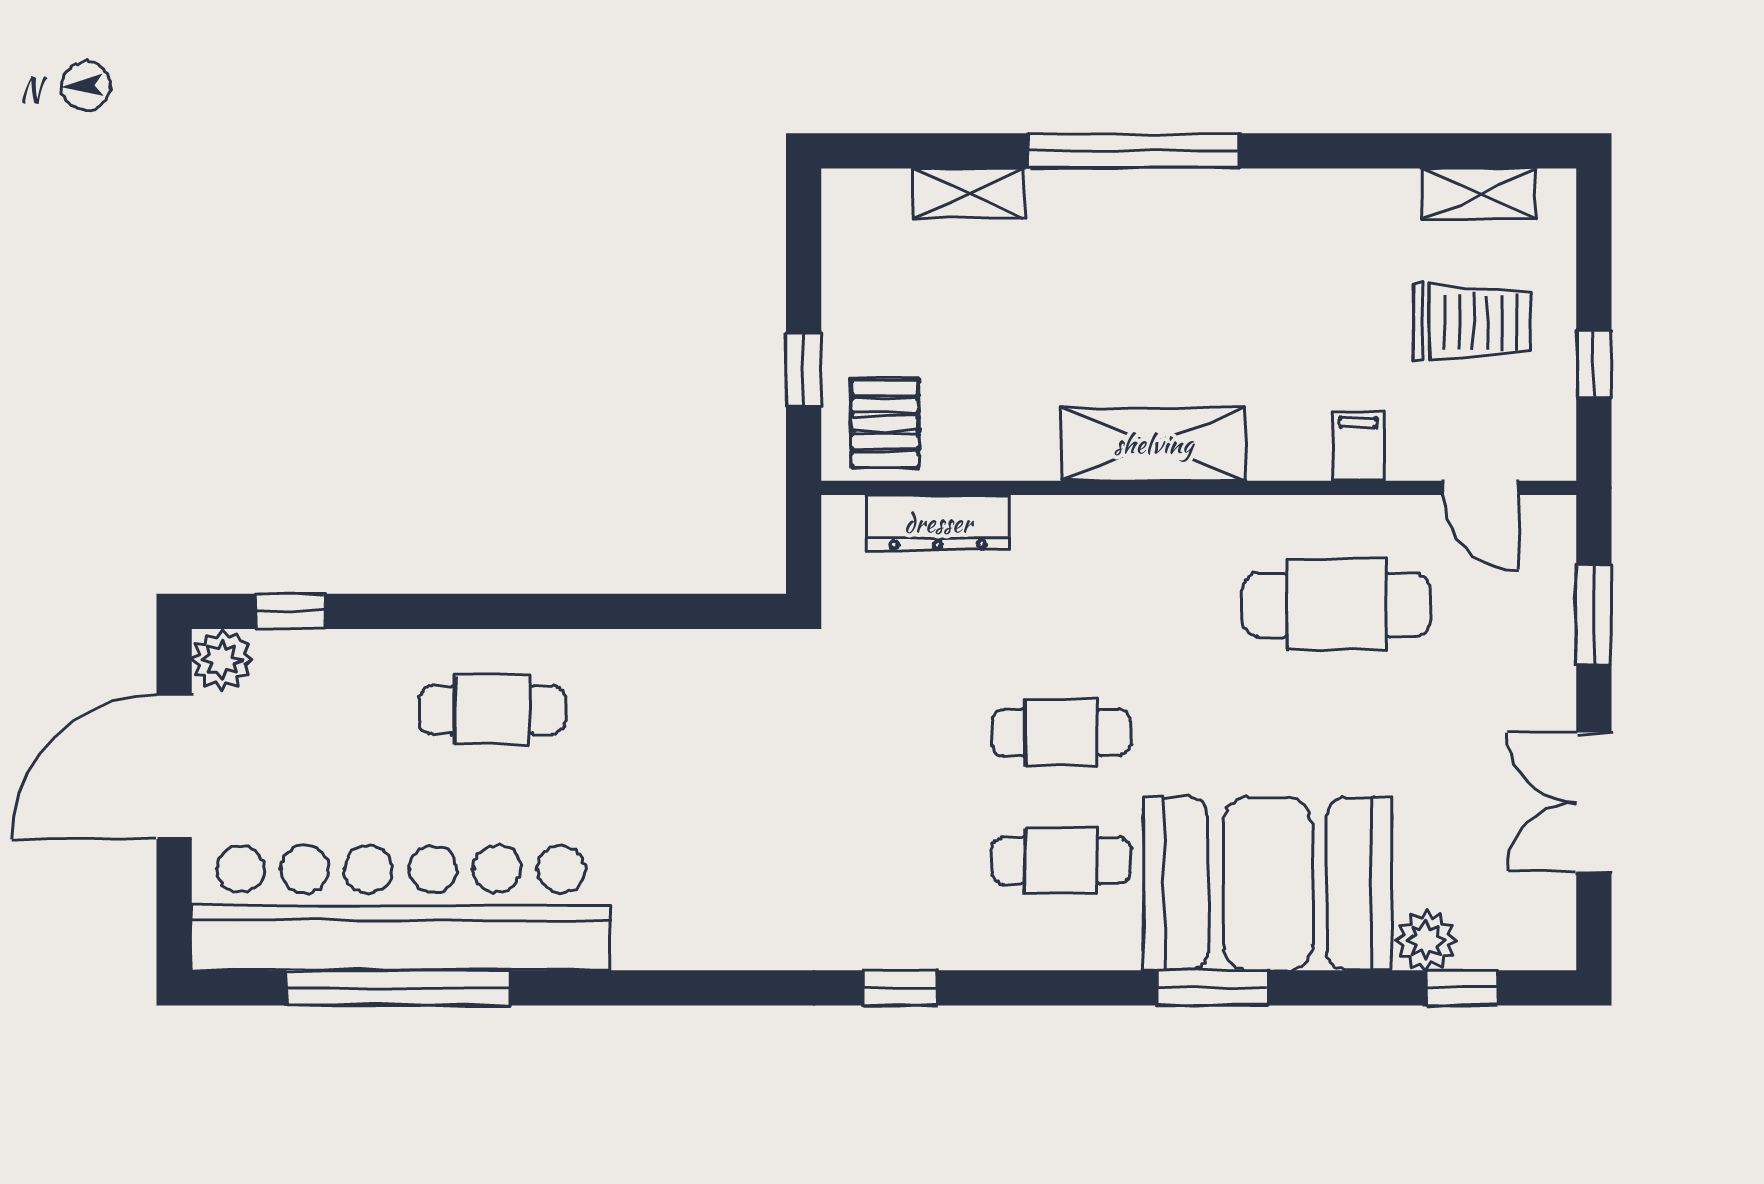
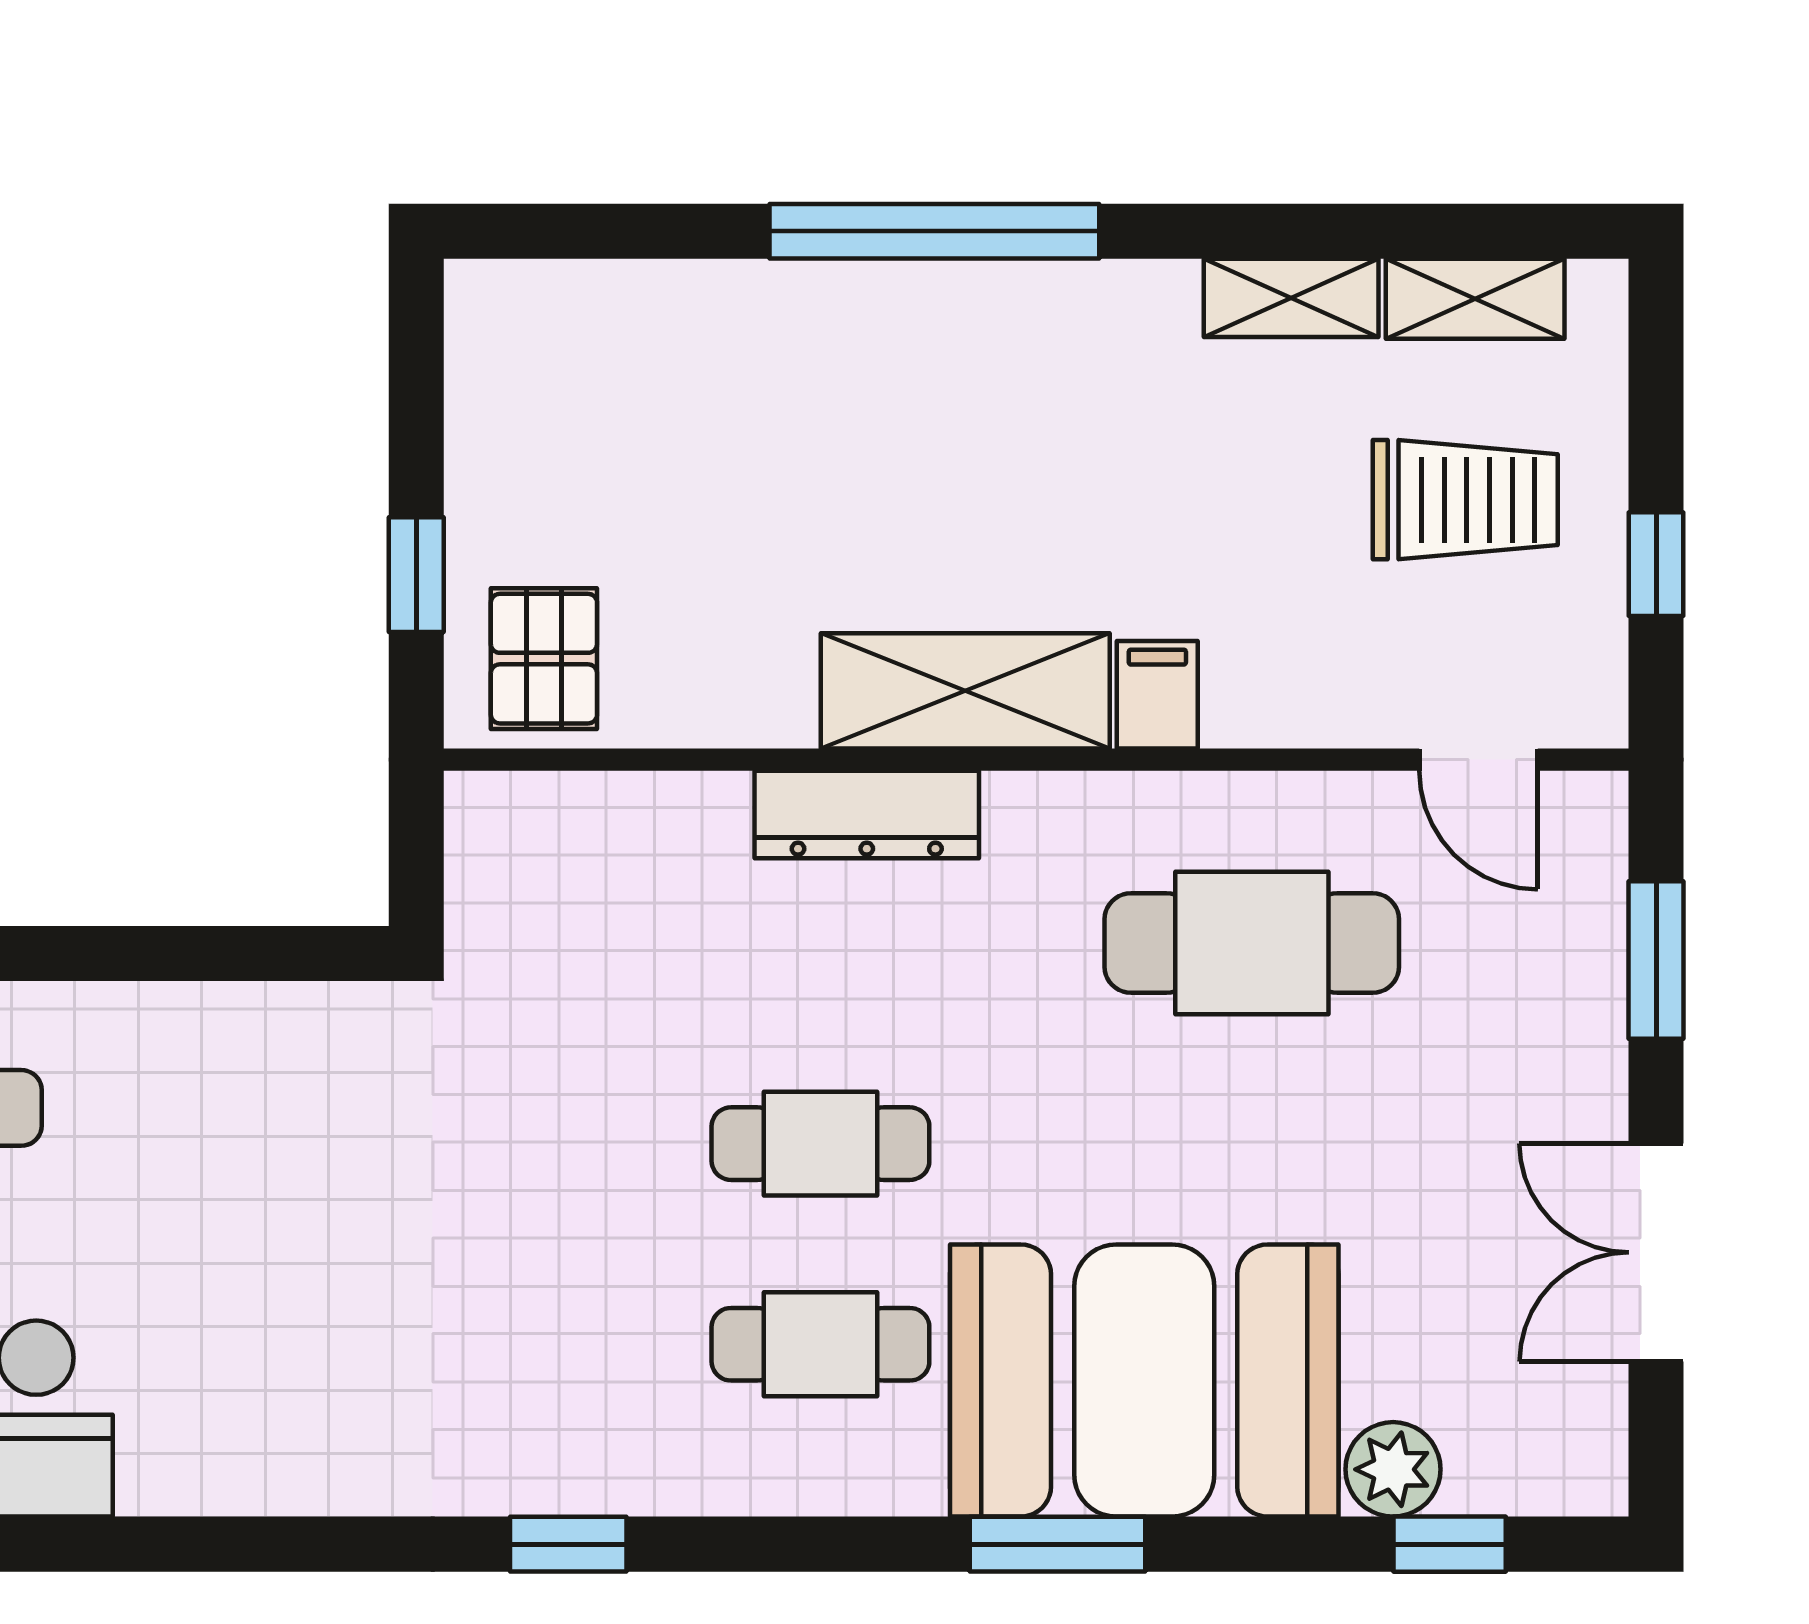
shelving: (969, 193) -> (1291, 298), moved
filing cabinet: (1358, 446) -> (1157, 695), moved
dresser: (938, 523) -> (867, 814), moved

